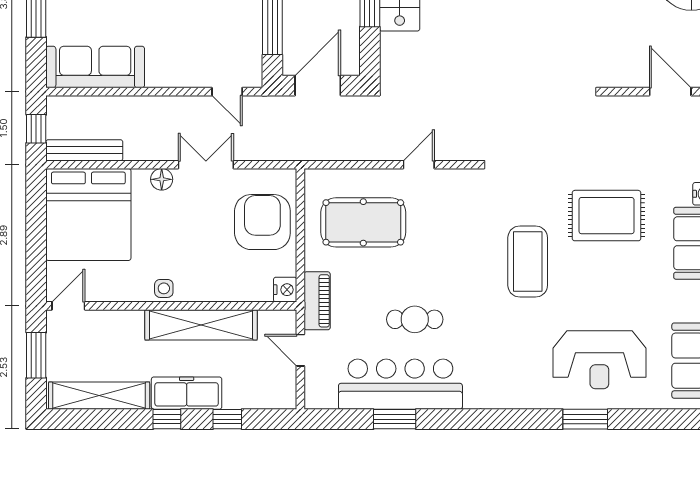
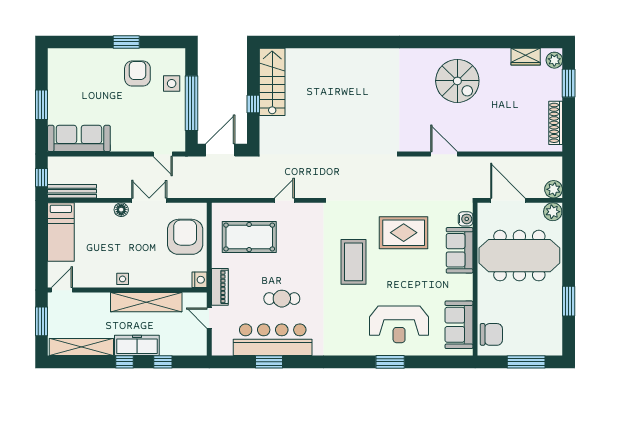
bed: (88, 214) -> (61, 232), width x0.49

